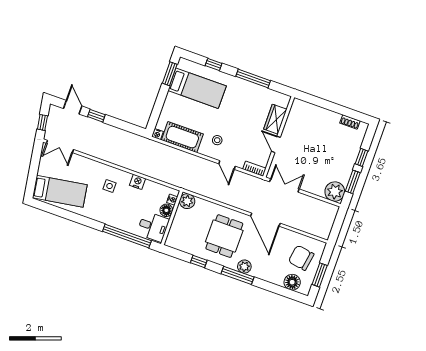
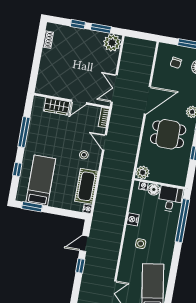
door: (73, 107) -> (84, 243), moved
door: (227, 165) -> (105, 142), swing flipped
chair: (301, 258) -> (176, 63), width x0.54, depth x0.54

